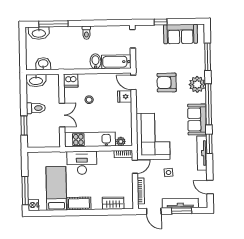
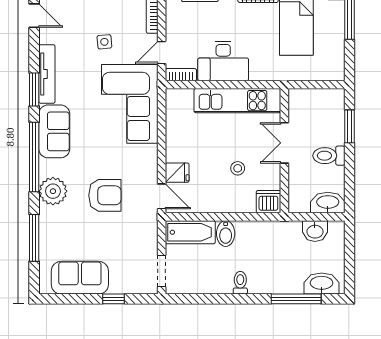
plant: (121, 141) -> (185, 96), removed
desk: (82, 163) -> (223, 61), moved

